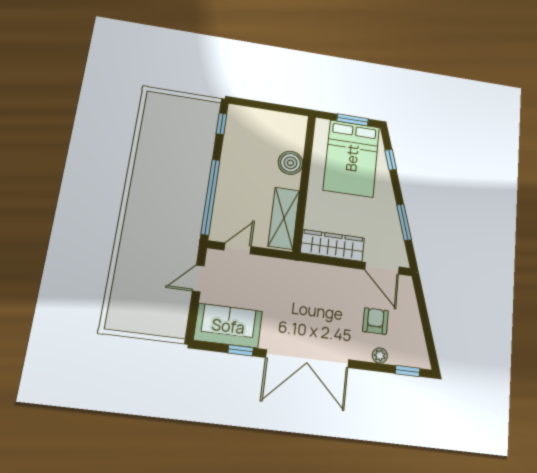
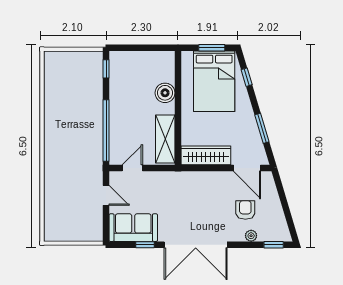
door: (198, 279) -> (106, 195), swing flipped

